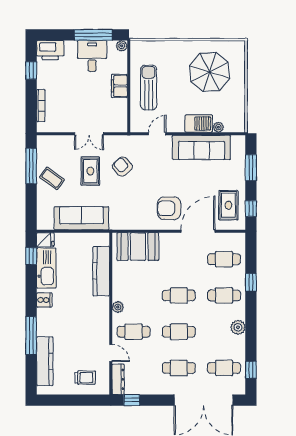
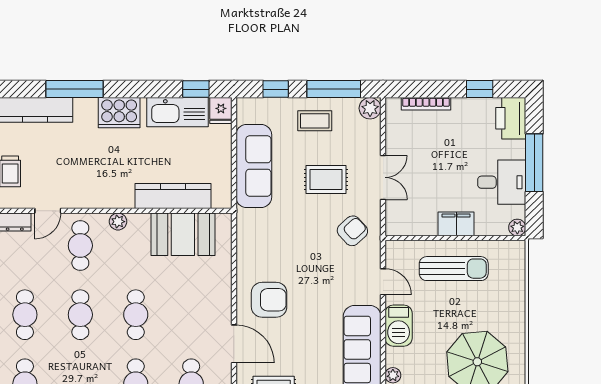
window: (93, 35) -> (534, 163), moved
barbecue: (199, 124) -> (399, 326), moved
double door: (89, 134) -> (383, 177), swing flipped
plant: (44, 142) -> (370, 108), added
armchair: (122, 167) -> (352, 231), moved
coffee table: (52, 178) -> (315, 121), turned 54
window: (31, 204) -> (276, 89), added
armchair: (169, 208) -> (269, 300), turned 90
door: (198, 231) -> (234, 344), width x0.73
booth: (138, 247) -> (183, 234), moved, turned 90
cooker: (44, 300) -> (119, 113), width x1.87, depth x1.31

